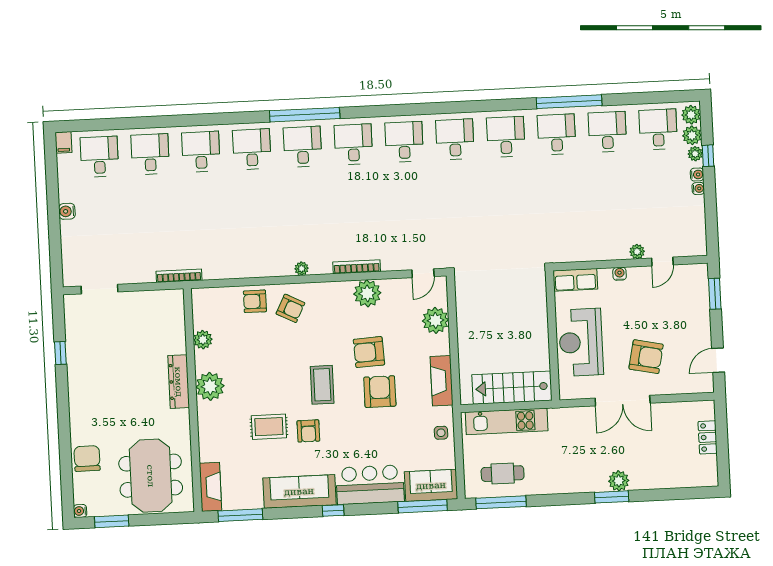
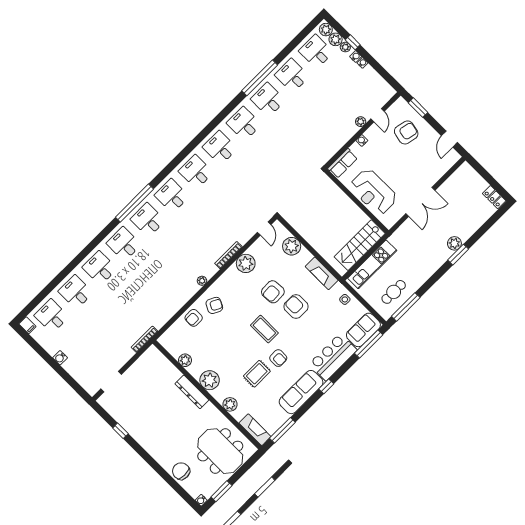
armchair: (646, 357) -> (406, 132), moved
plant: (208, 434) -> (230, 404), added
locker: (708, 437) -> (494, 197), moved

